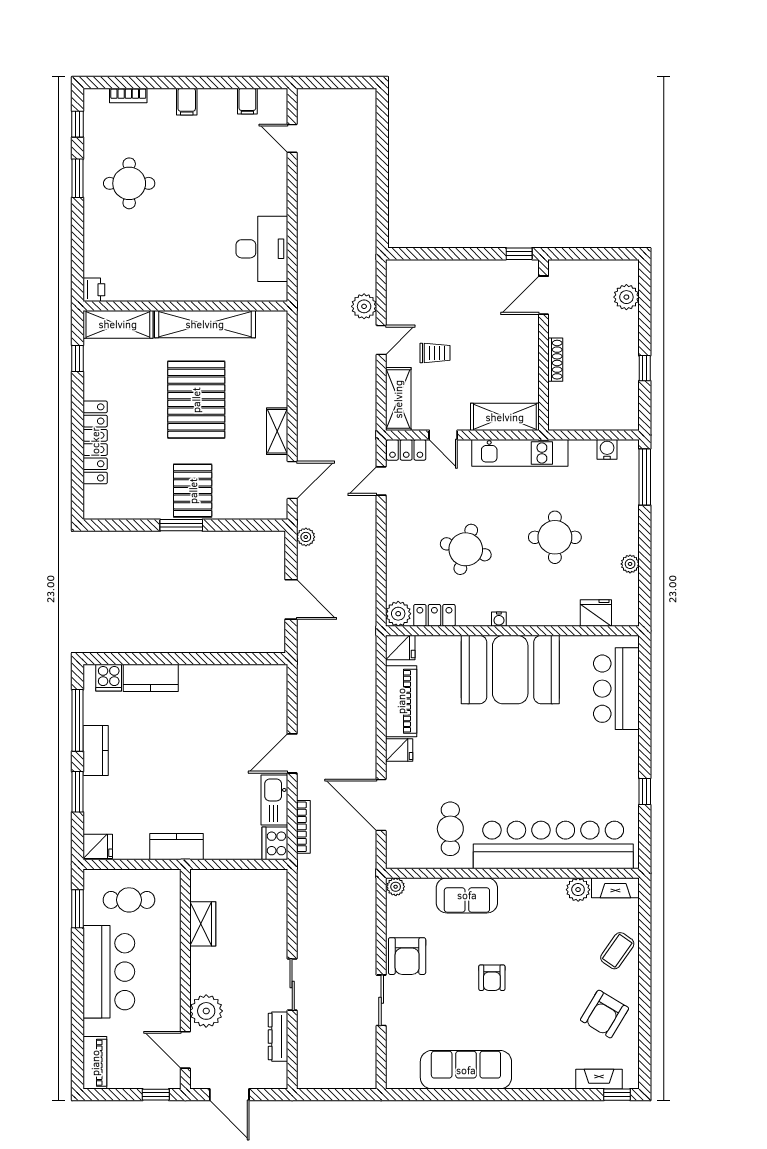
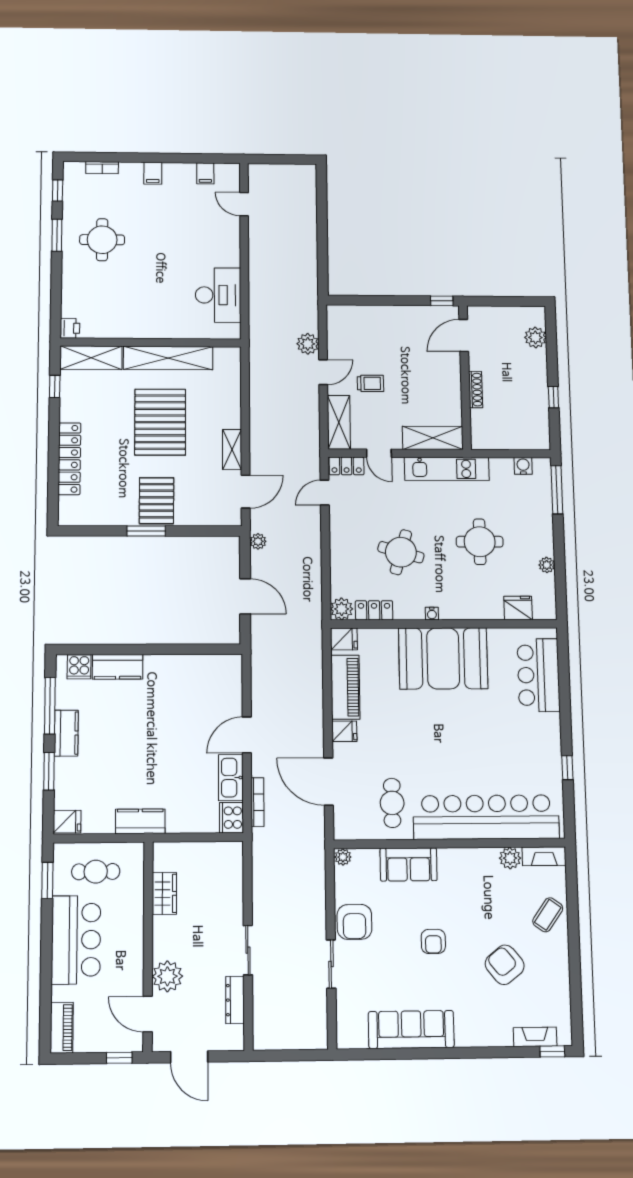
armchair: (605, 1014) -> (505, 965), moved, turned 110

